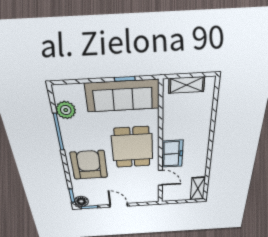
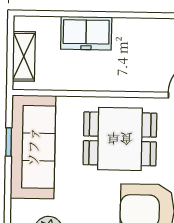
freezer: (172, 154) -> (86, 33), moved, turned 180

